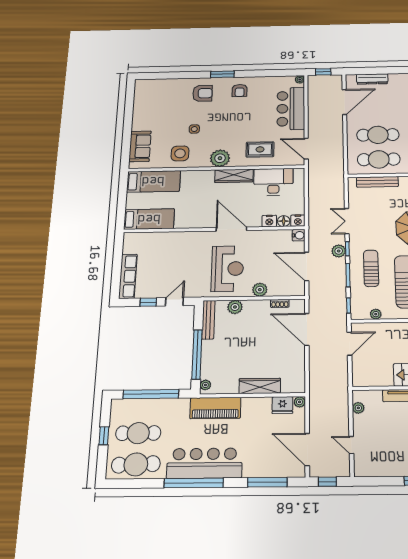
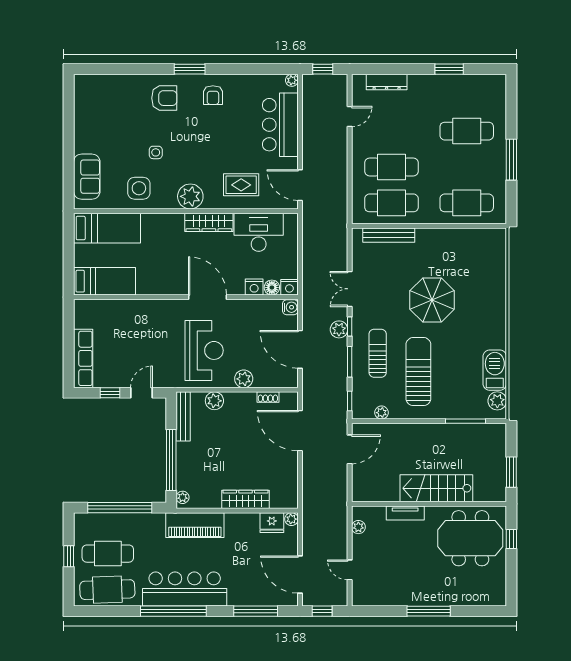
door: (344, 102) -> (350, 117), width x0.53

